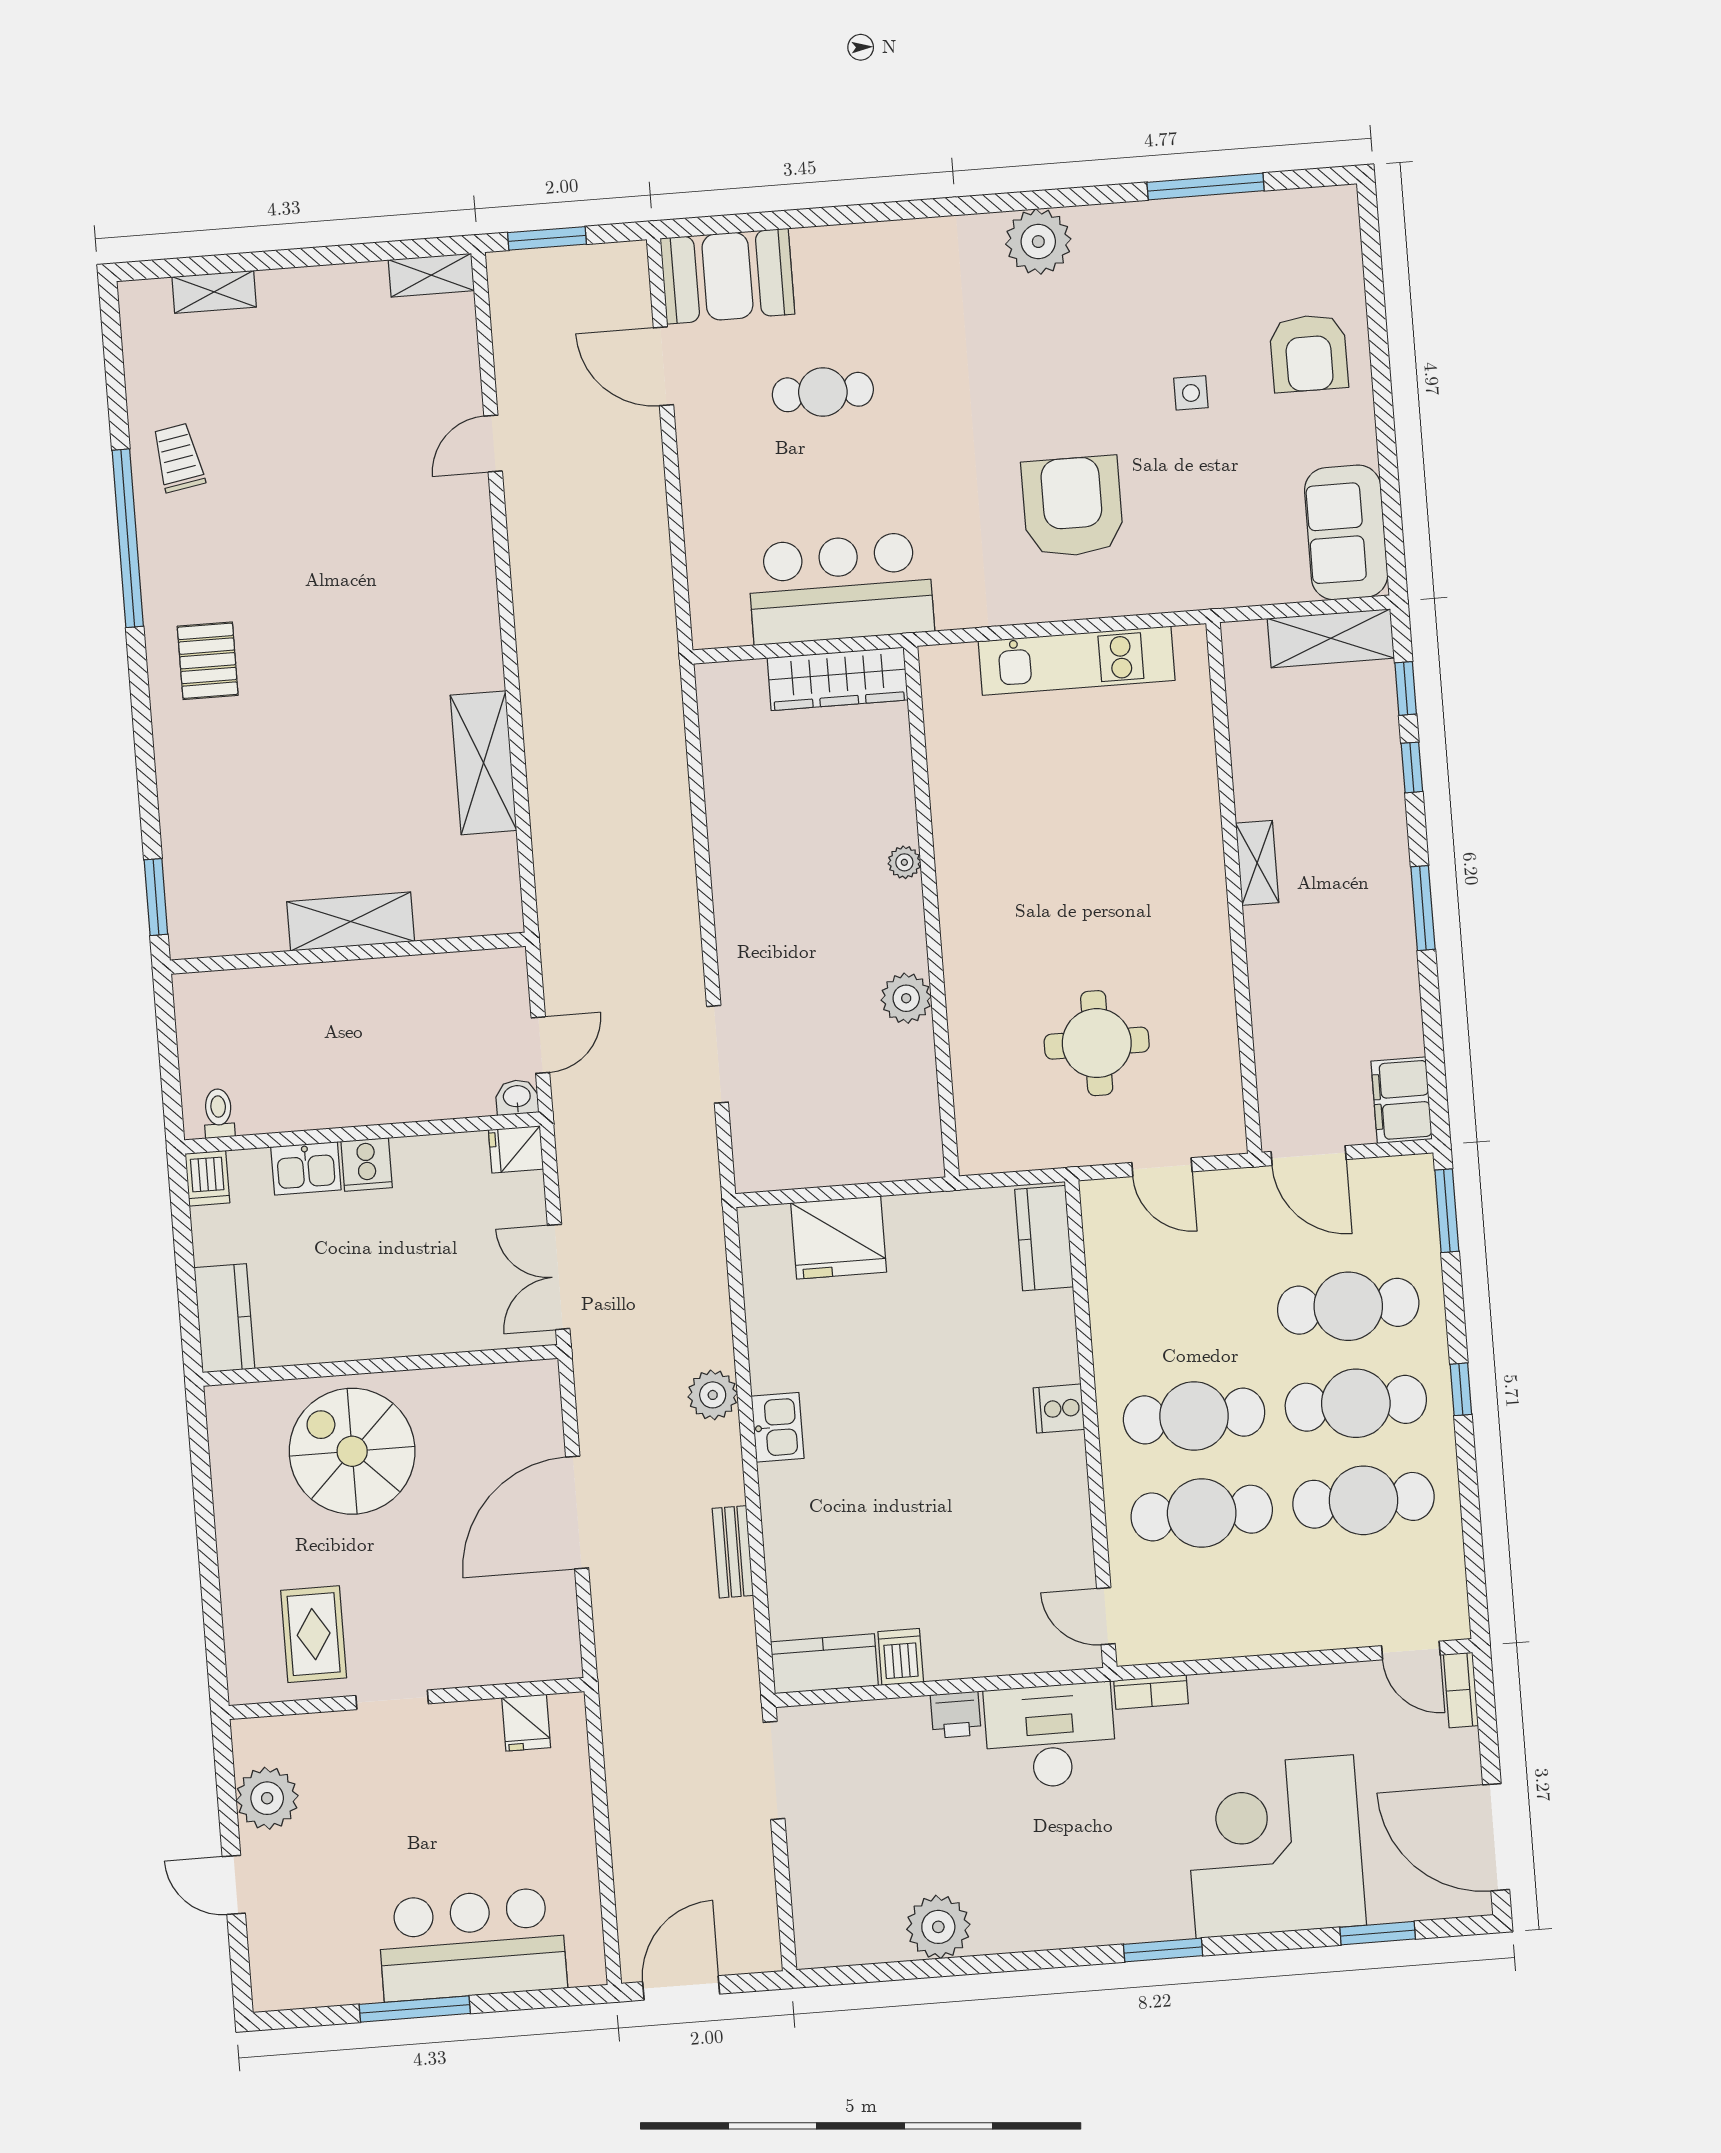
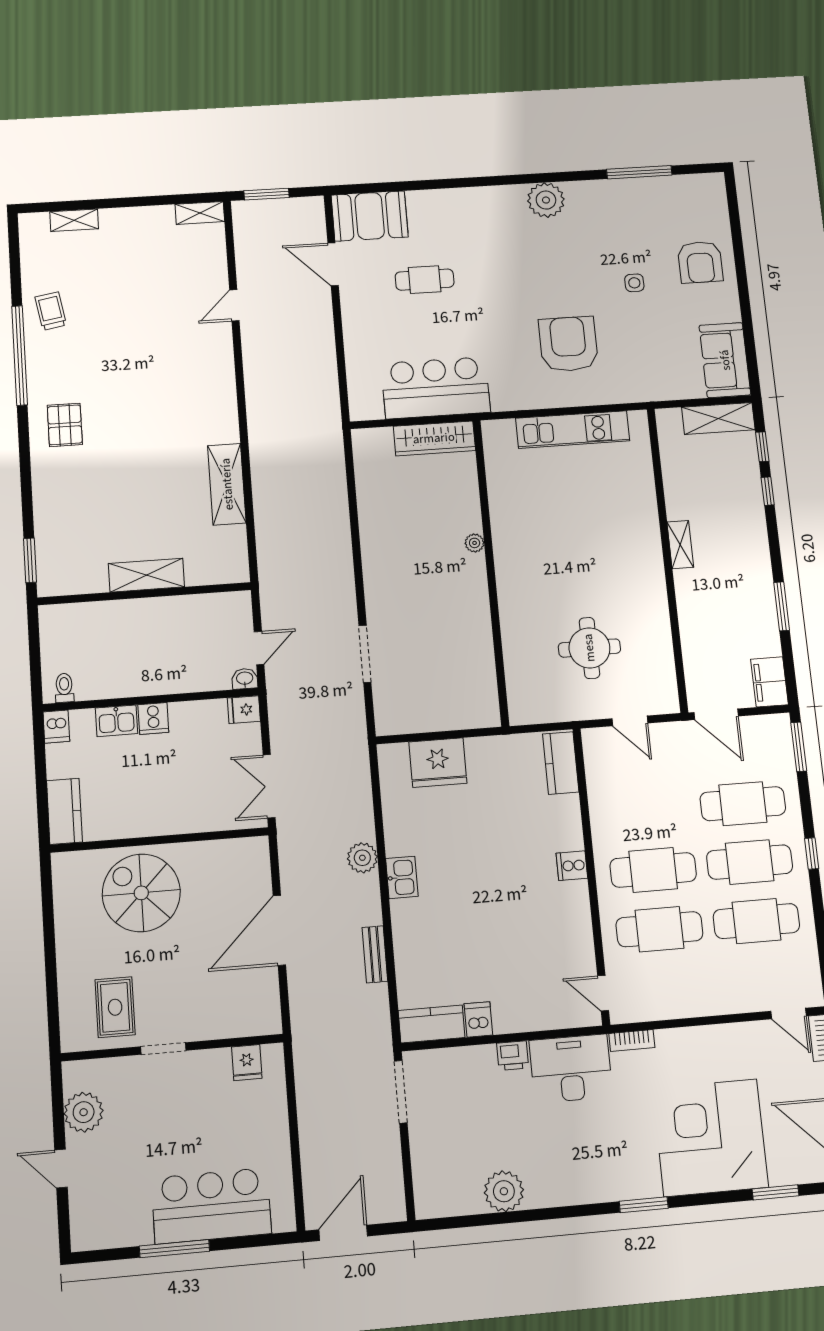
window: (1423, 908) -> (782, 606), moved
plant: (906, 998) -> (477, 621), removed

